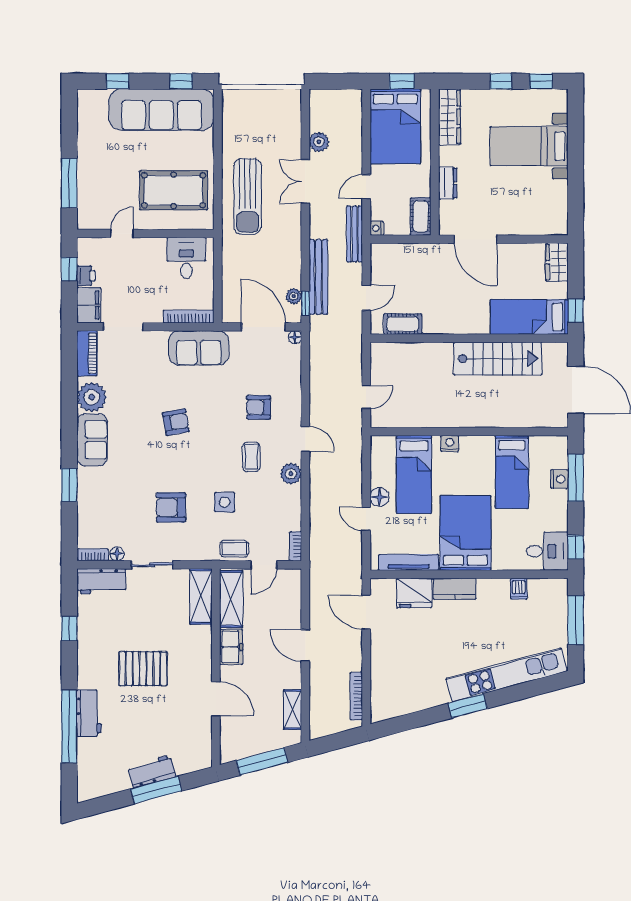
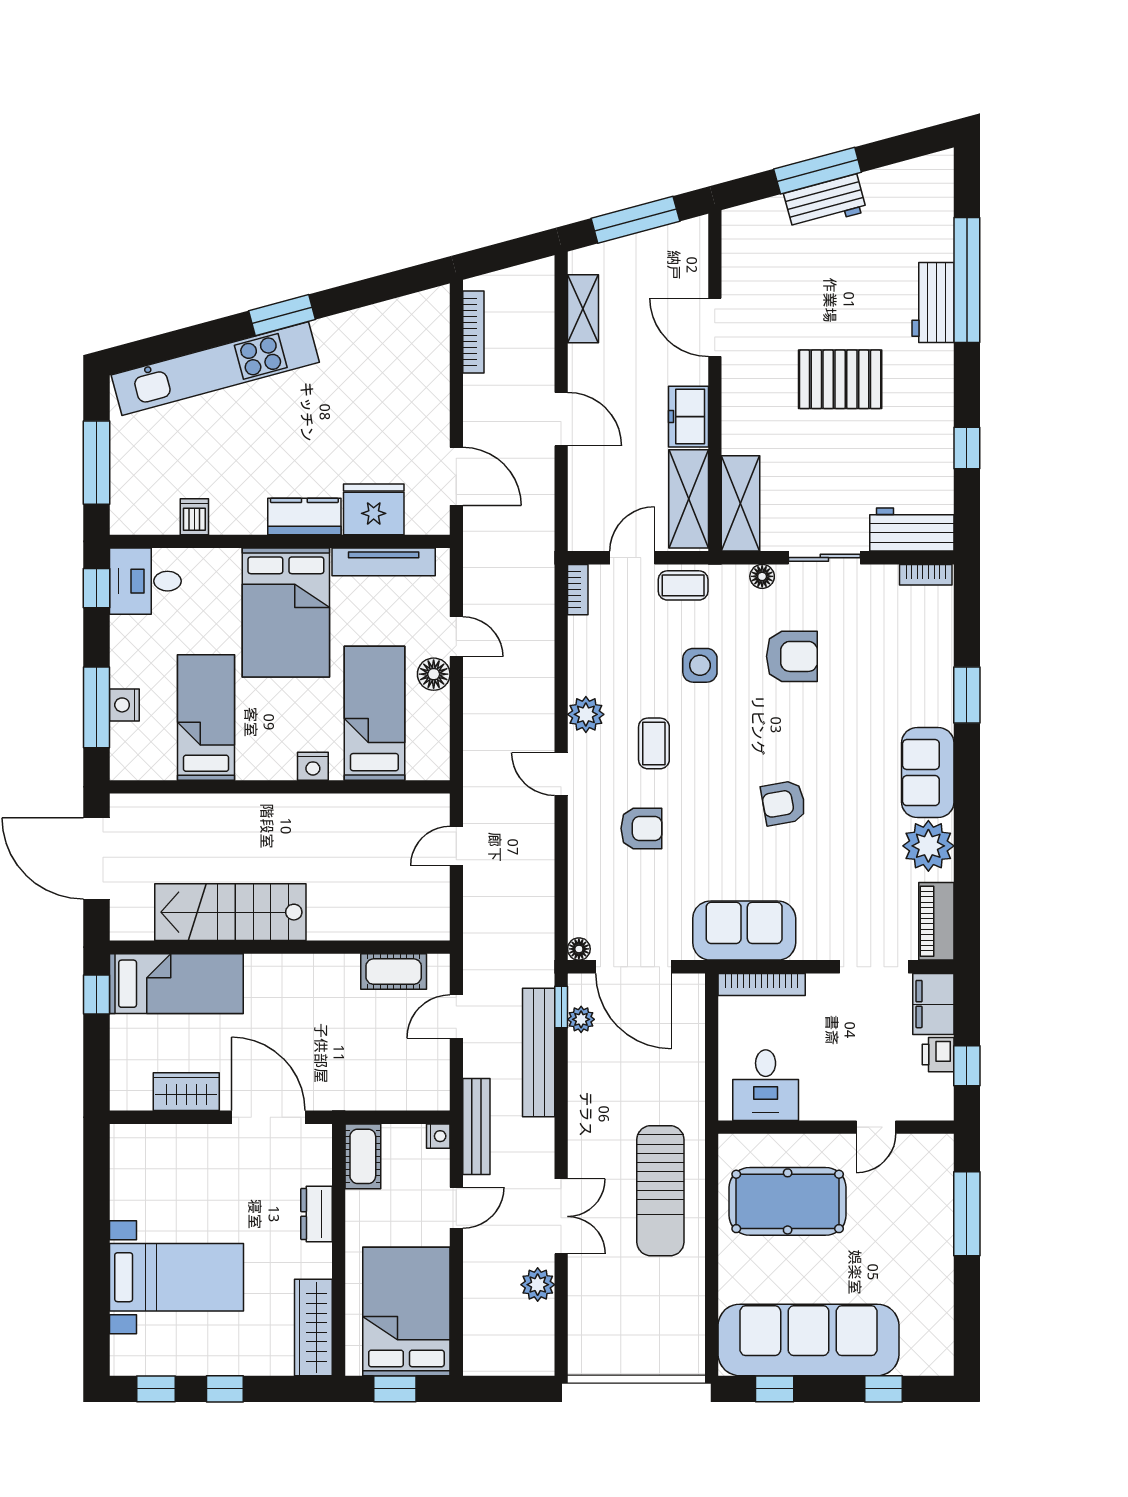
sun lounger: (248, 197) -> (660, 1191), turned 180
wardrobe: (557, 262) -> (186, 1092), moved, turned -90
floor lamp: (117, 554) -> (762, 576), moved

